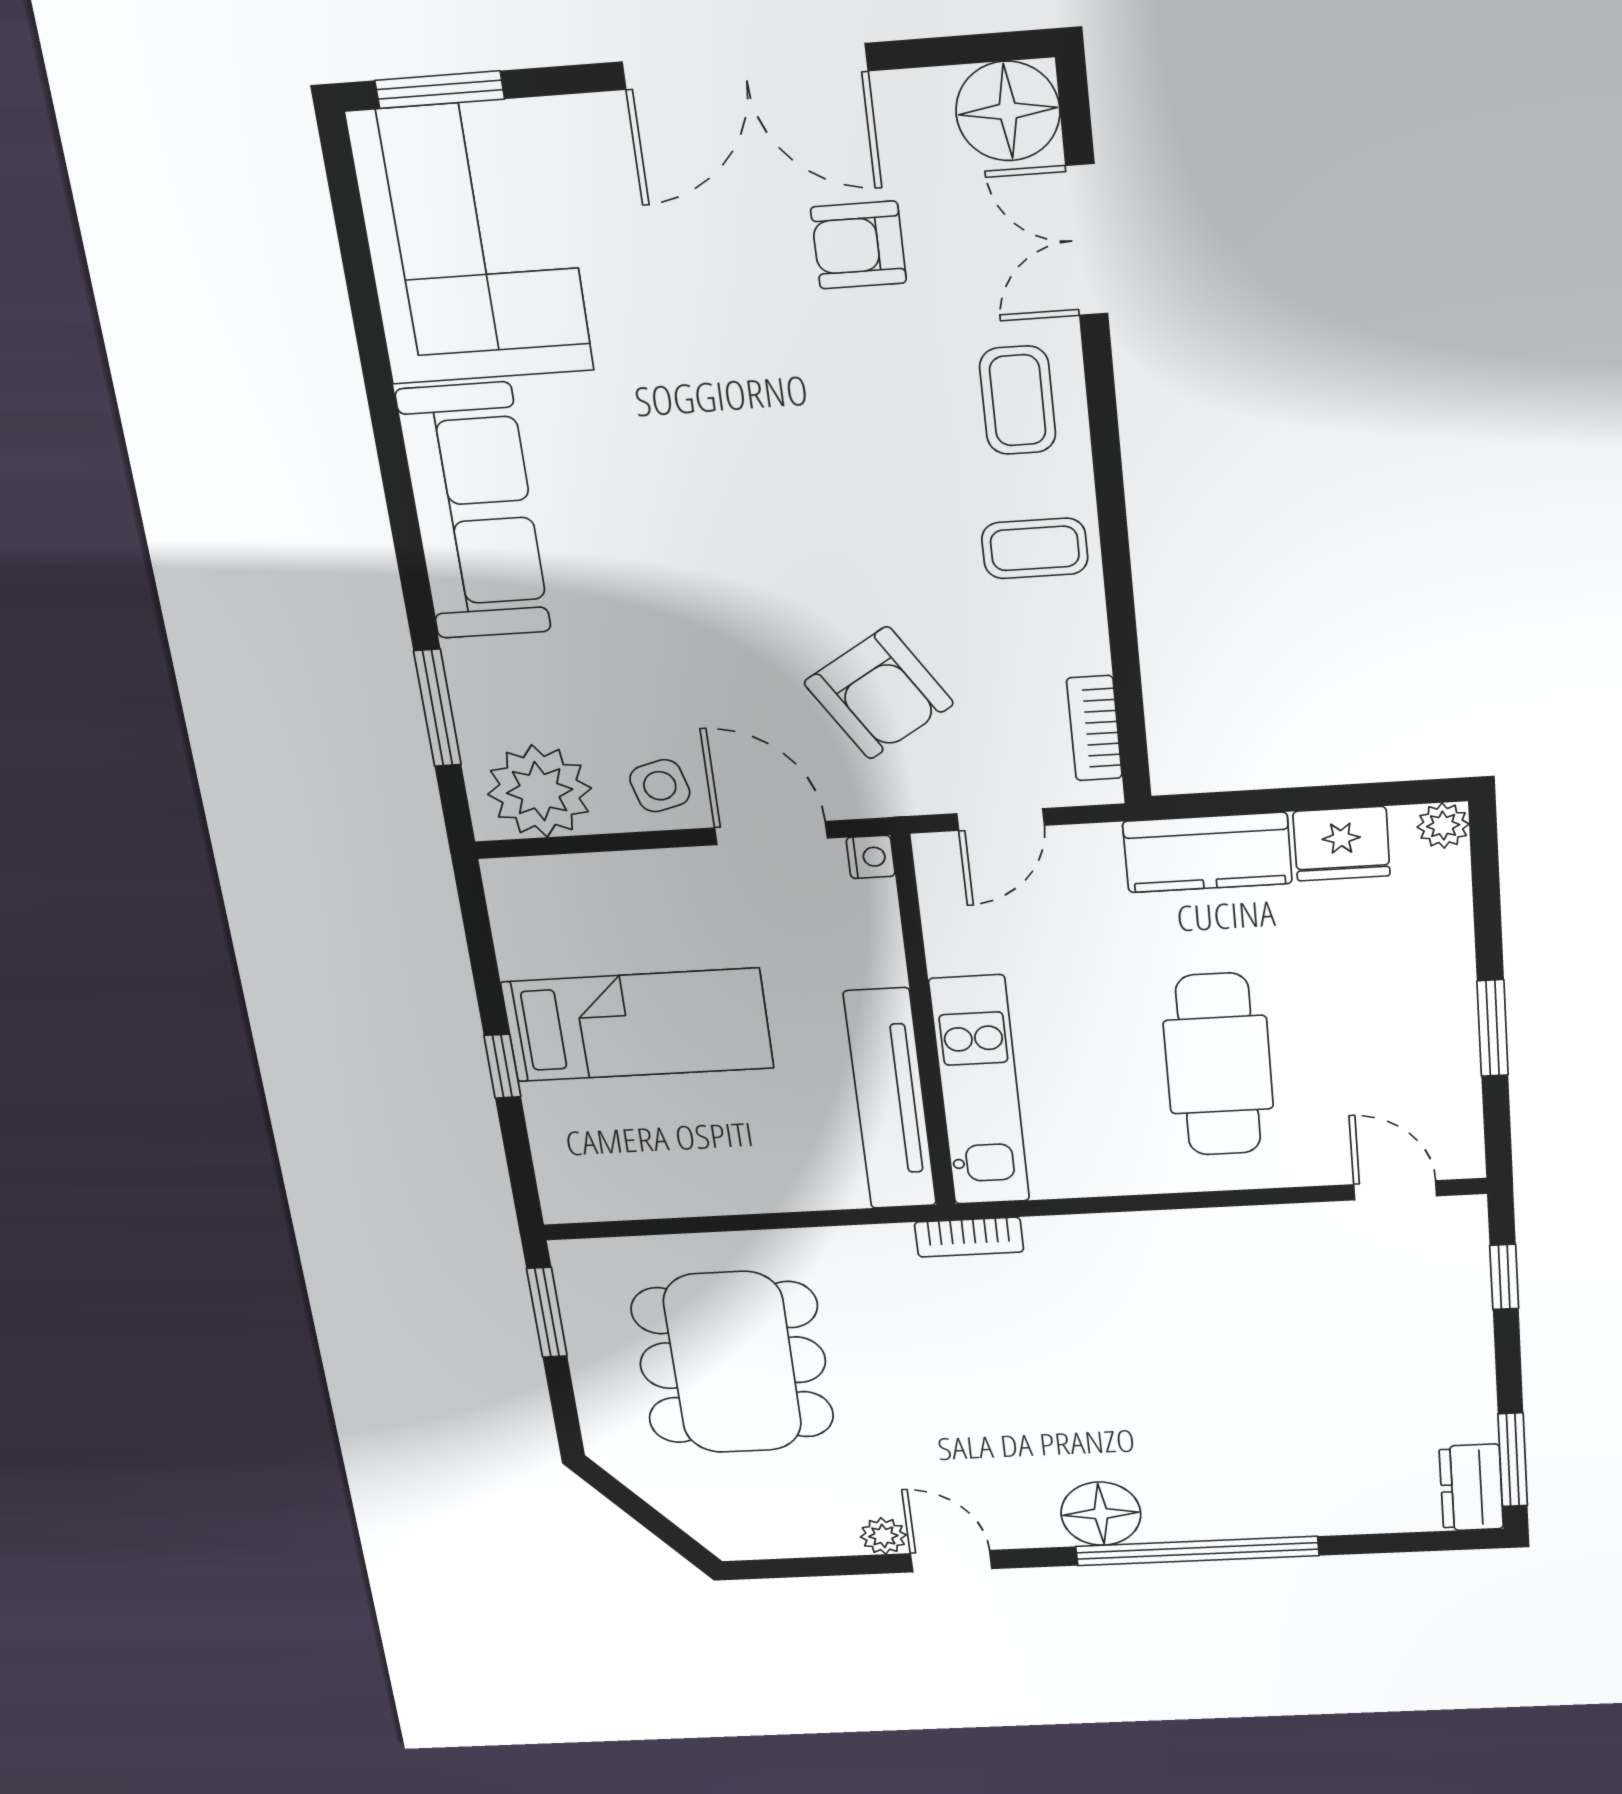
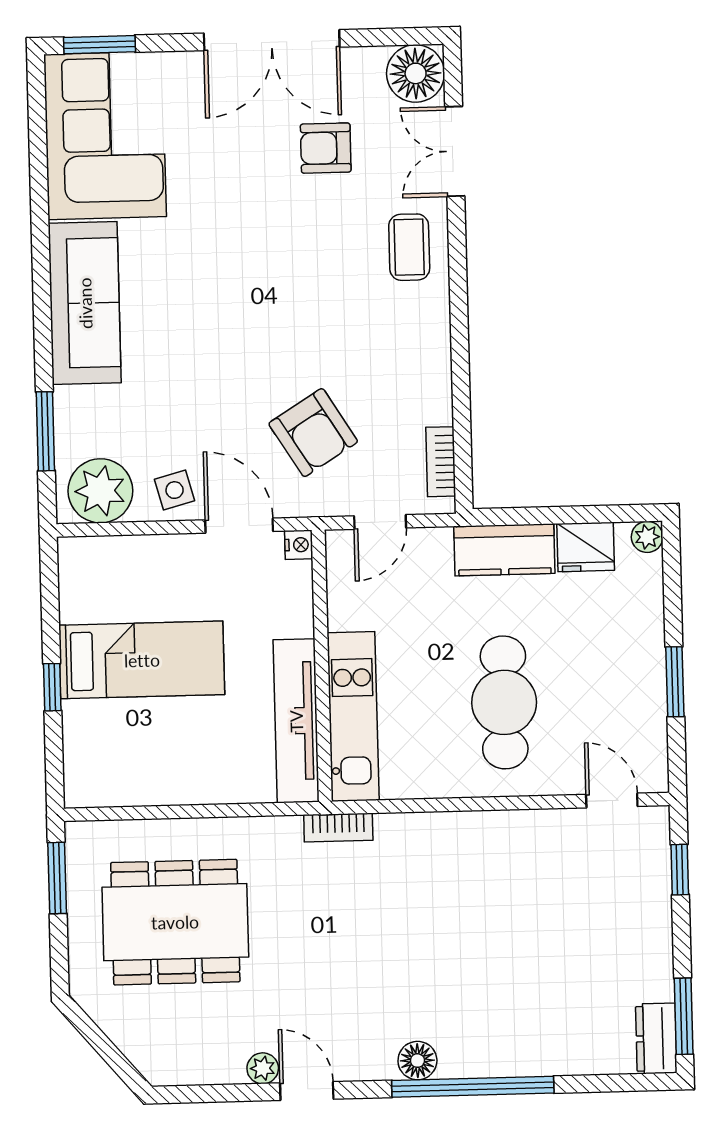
coffee table: (1035, 548) -> (413, 341), removed
dining table: (733, 1363) -> (175, 922), turned 90
floor lamp: (1101, 1514) -> (417, 1061), width x0.73, depth x0.73

